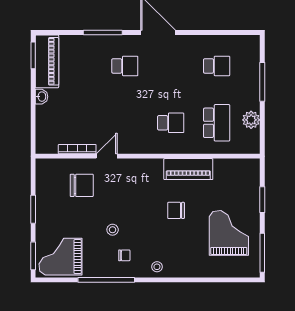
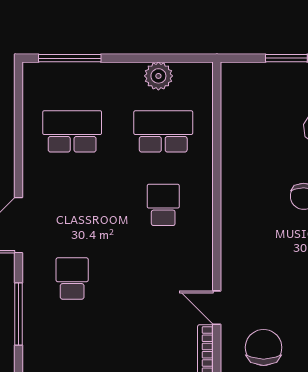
school desk: (217, 66) -> (72, 131), width x1.85
window: (262, 82) -> (70, 58), moved
piano: (188, 169) -> (237, 177), removed

